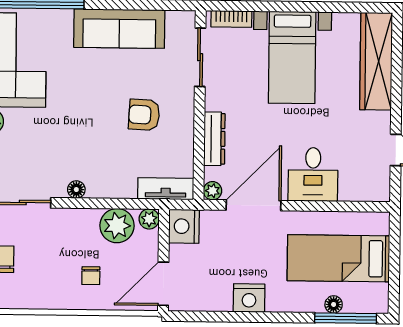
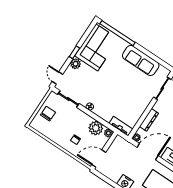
armchair: (144, 115) -> (130, 96), removed
nightstand: (184, 226) -> (119, 143), removed

